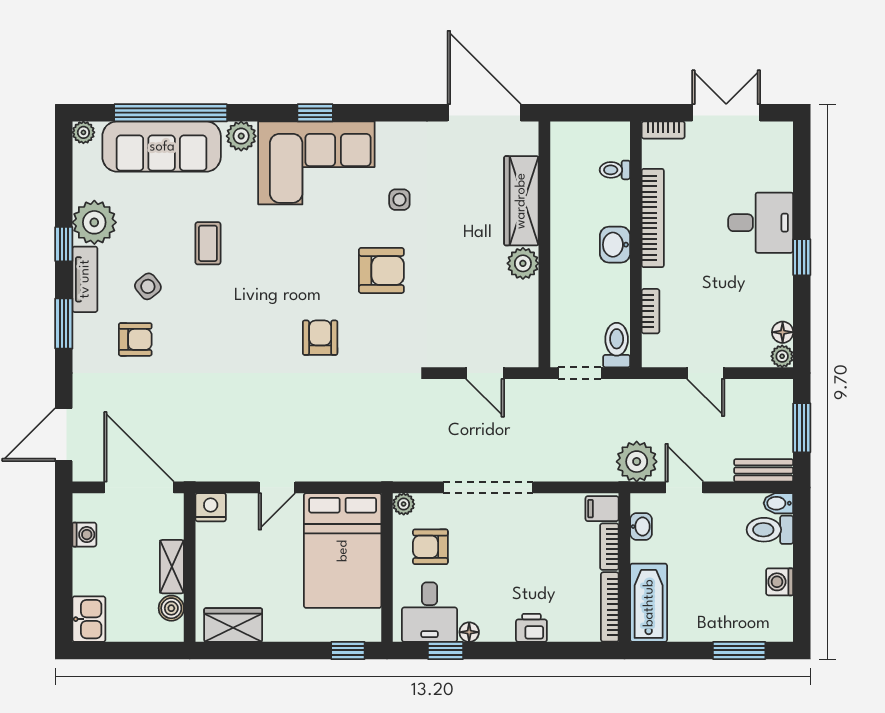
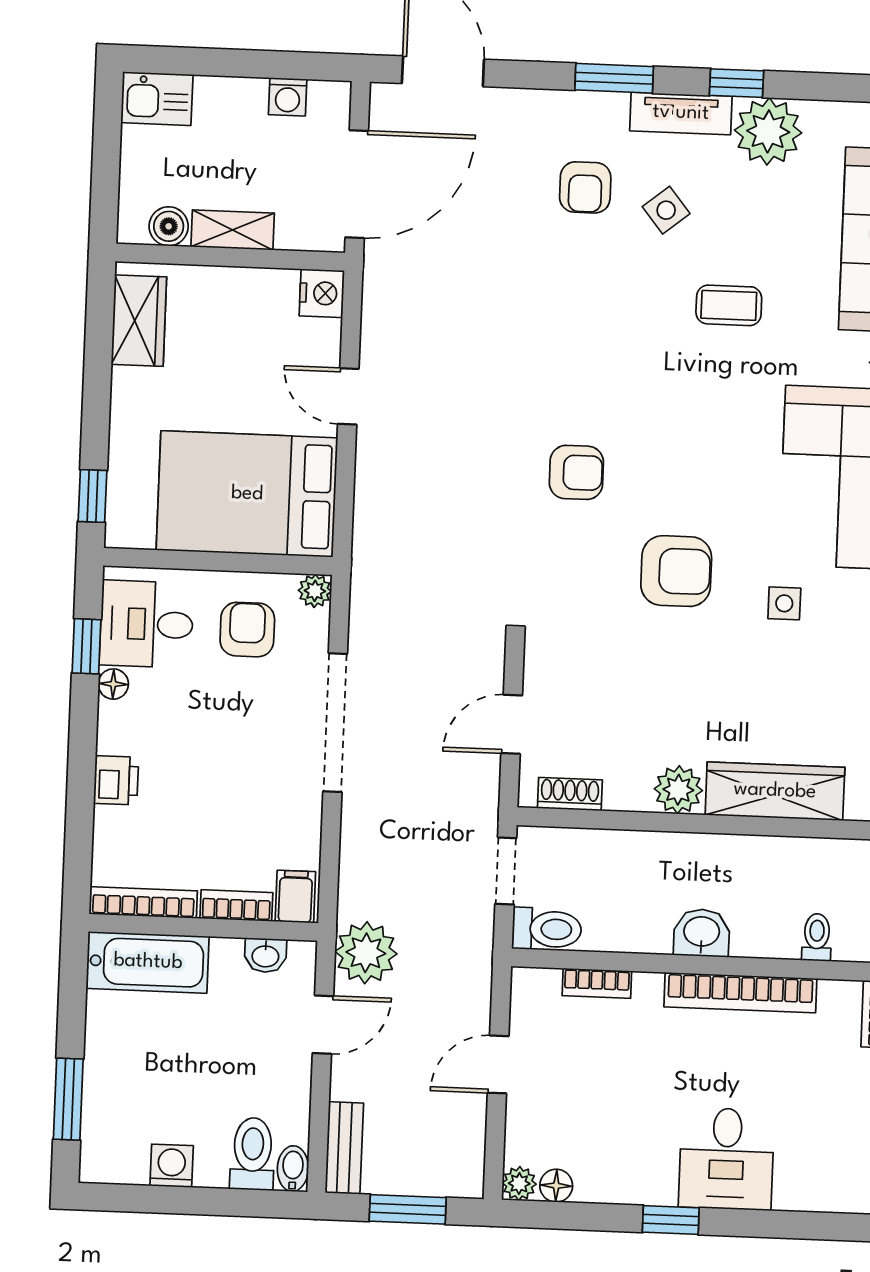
armchair: (381, 270) -> (676, 571), turned -90
shoe rack: (529, 334) -> (570, 794), added

